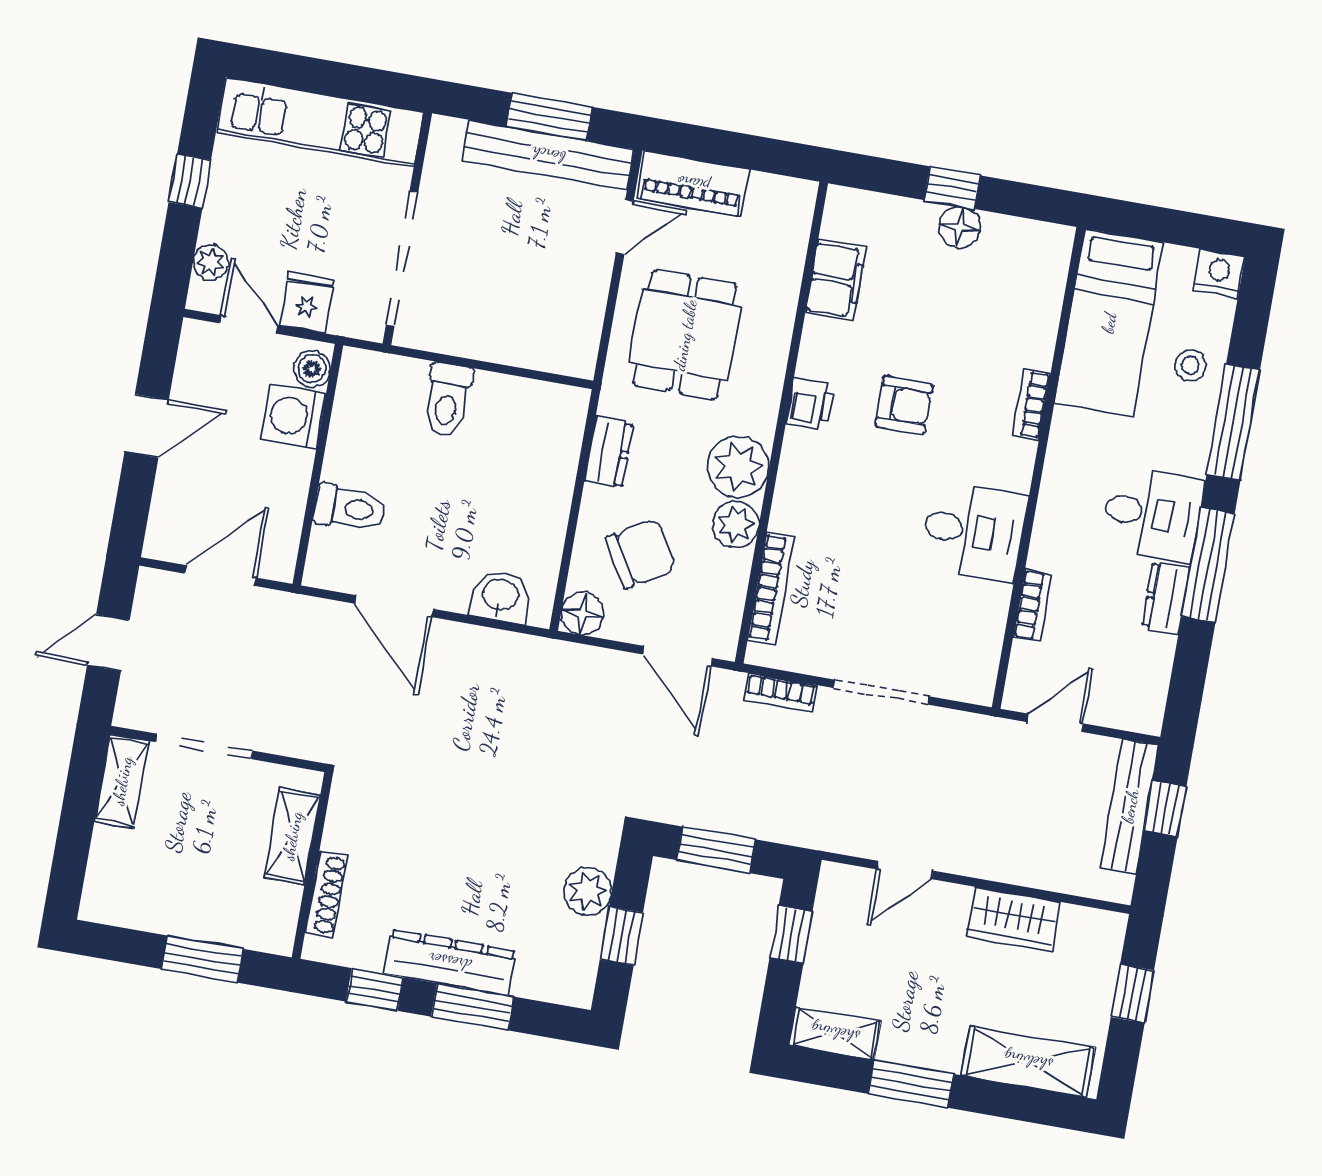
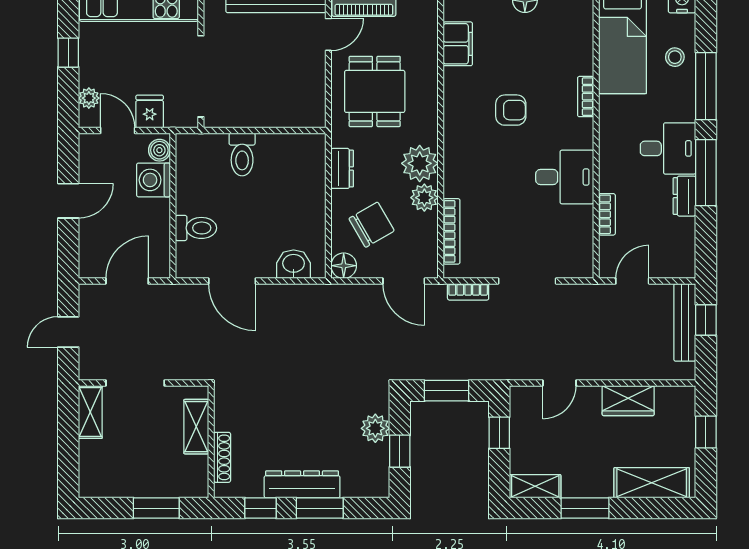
printer: (810, 404) -> (456, 119), removed

